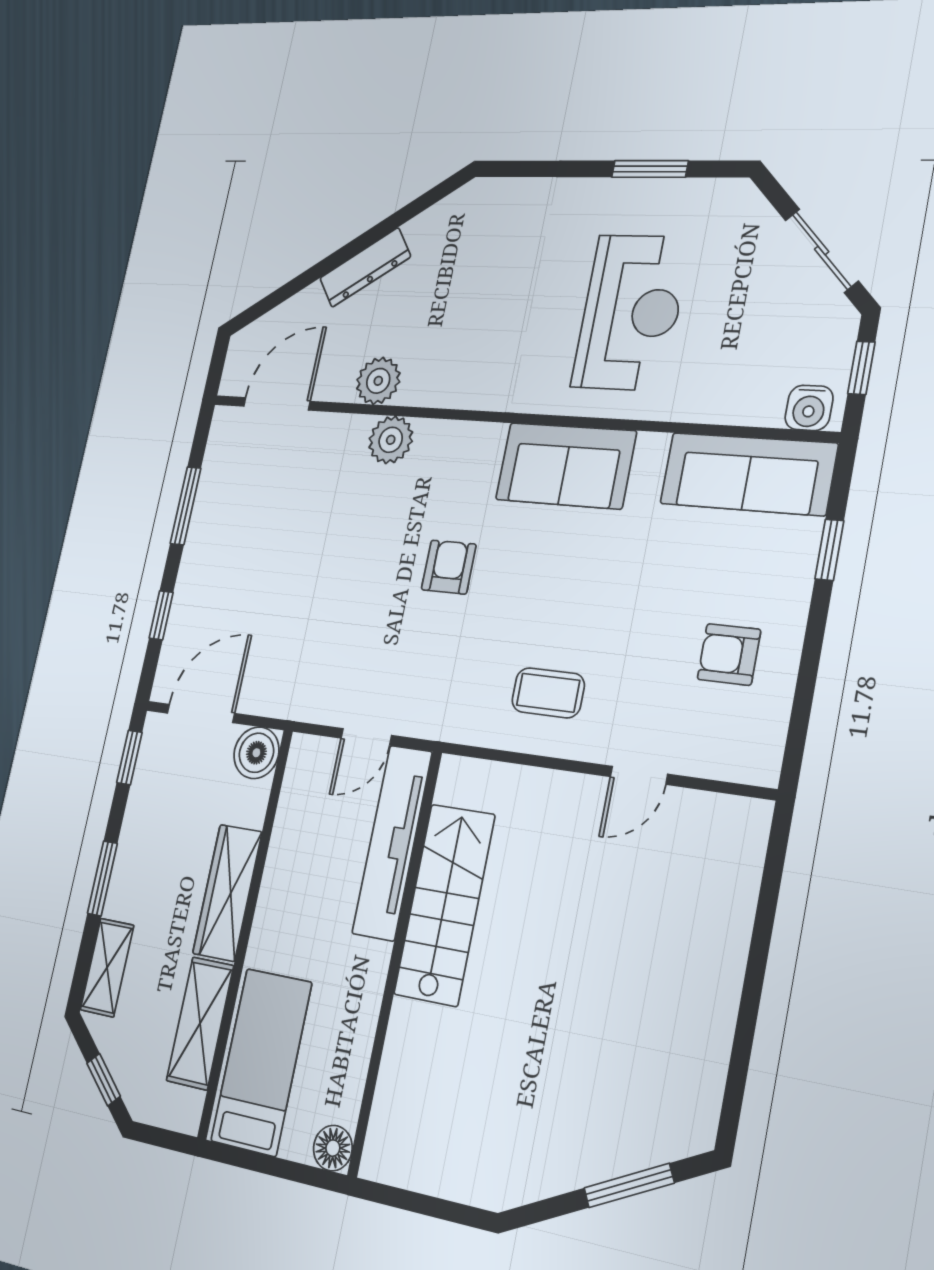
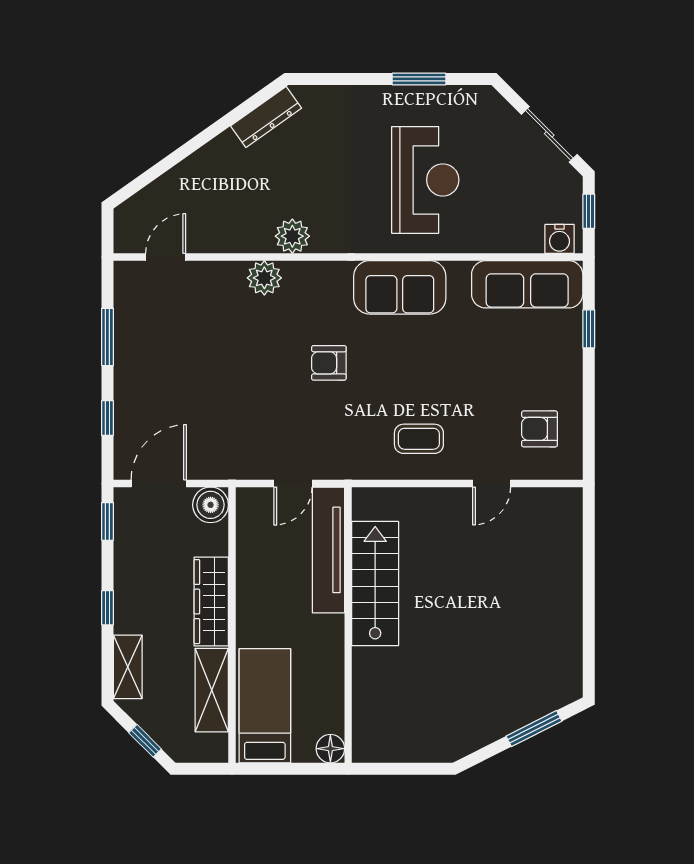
dresser: (365, 267) -> (266, 117), moved
plant: (378, 381) -> (292, 236), moved
door: (277, 404) -> (166, 257), width x0.73
armchair: (449, 567) -> (329, 363), turned -90
armchair: (729, 654) -> (540, 429), moved
window: (102, 878) -> (107, 608), width x0.67

